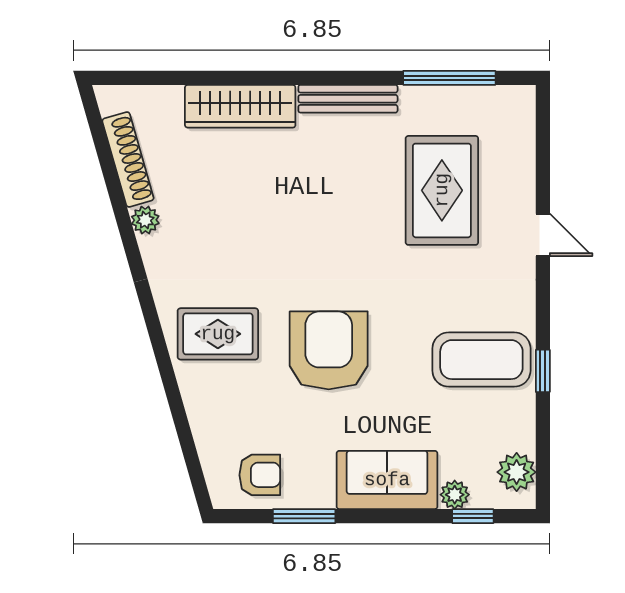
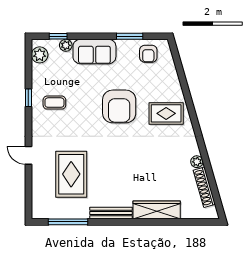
coffee table: (481, 360) -> (54, 103), width x0.54, depth x0.58
armchair: (260, 475) -> (148, 54), turned -90

